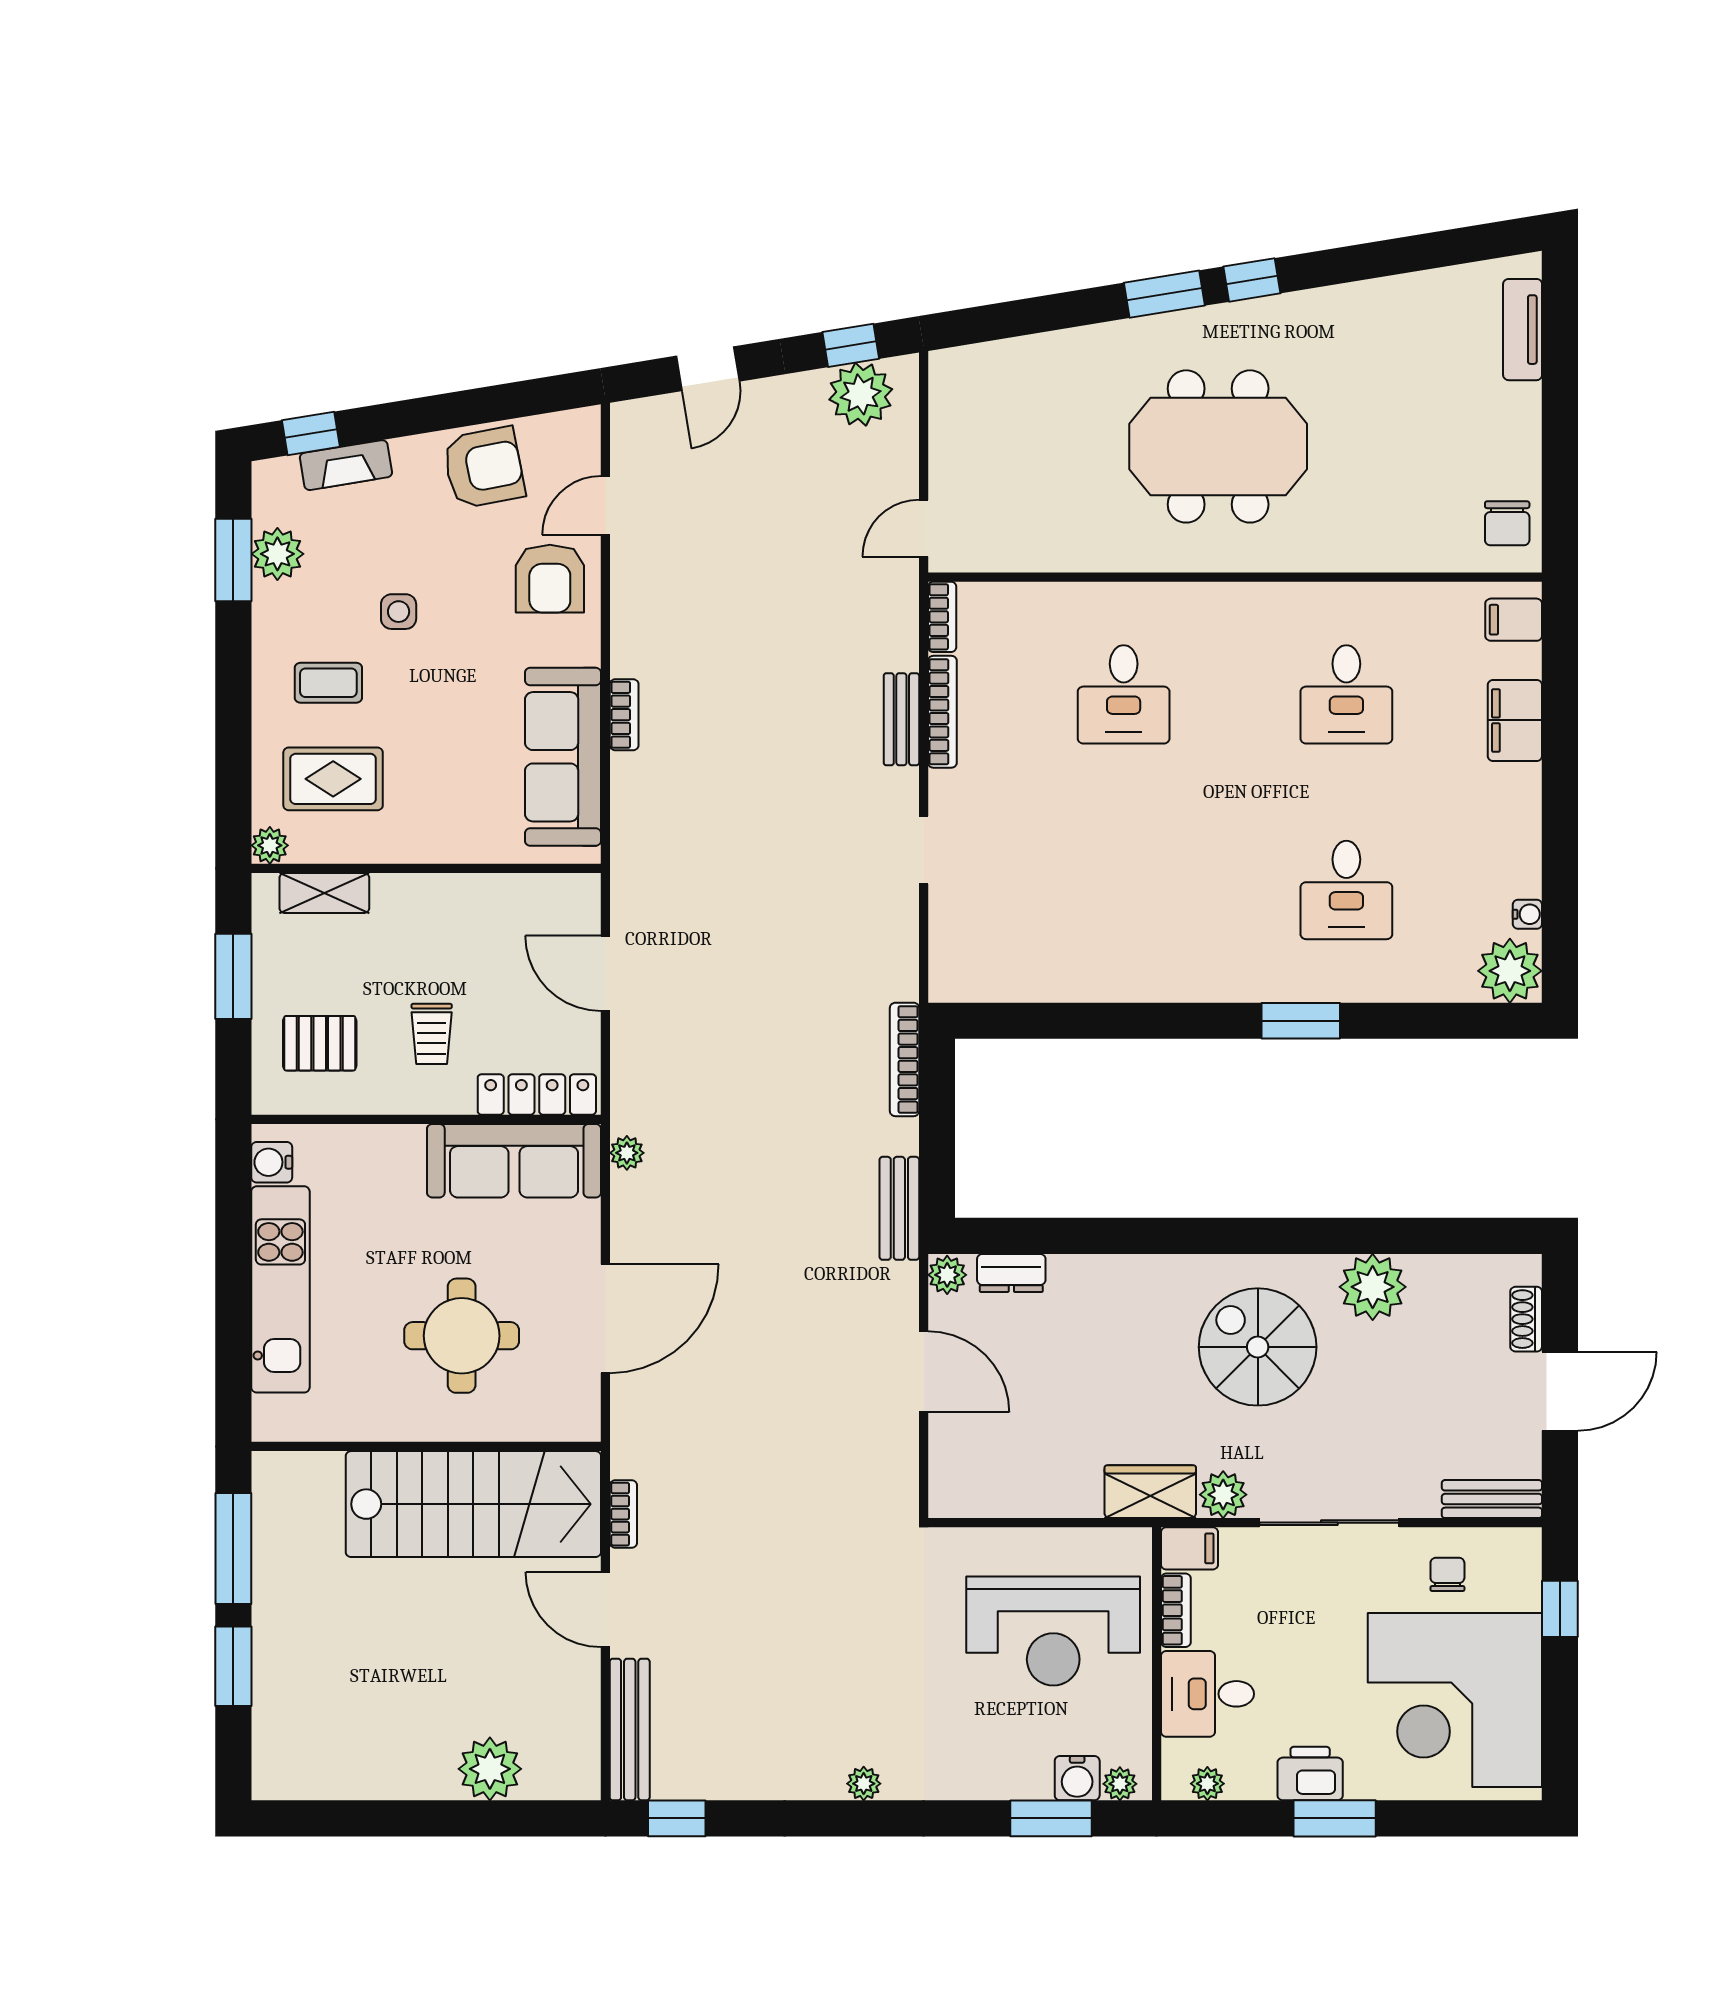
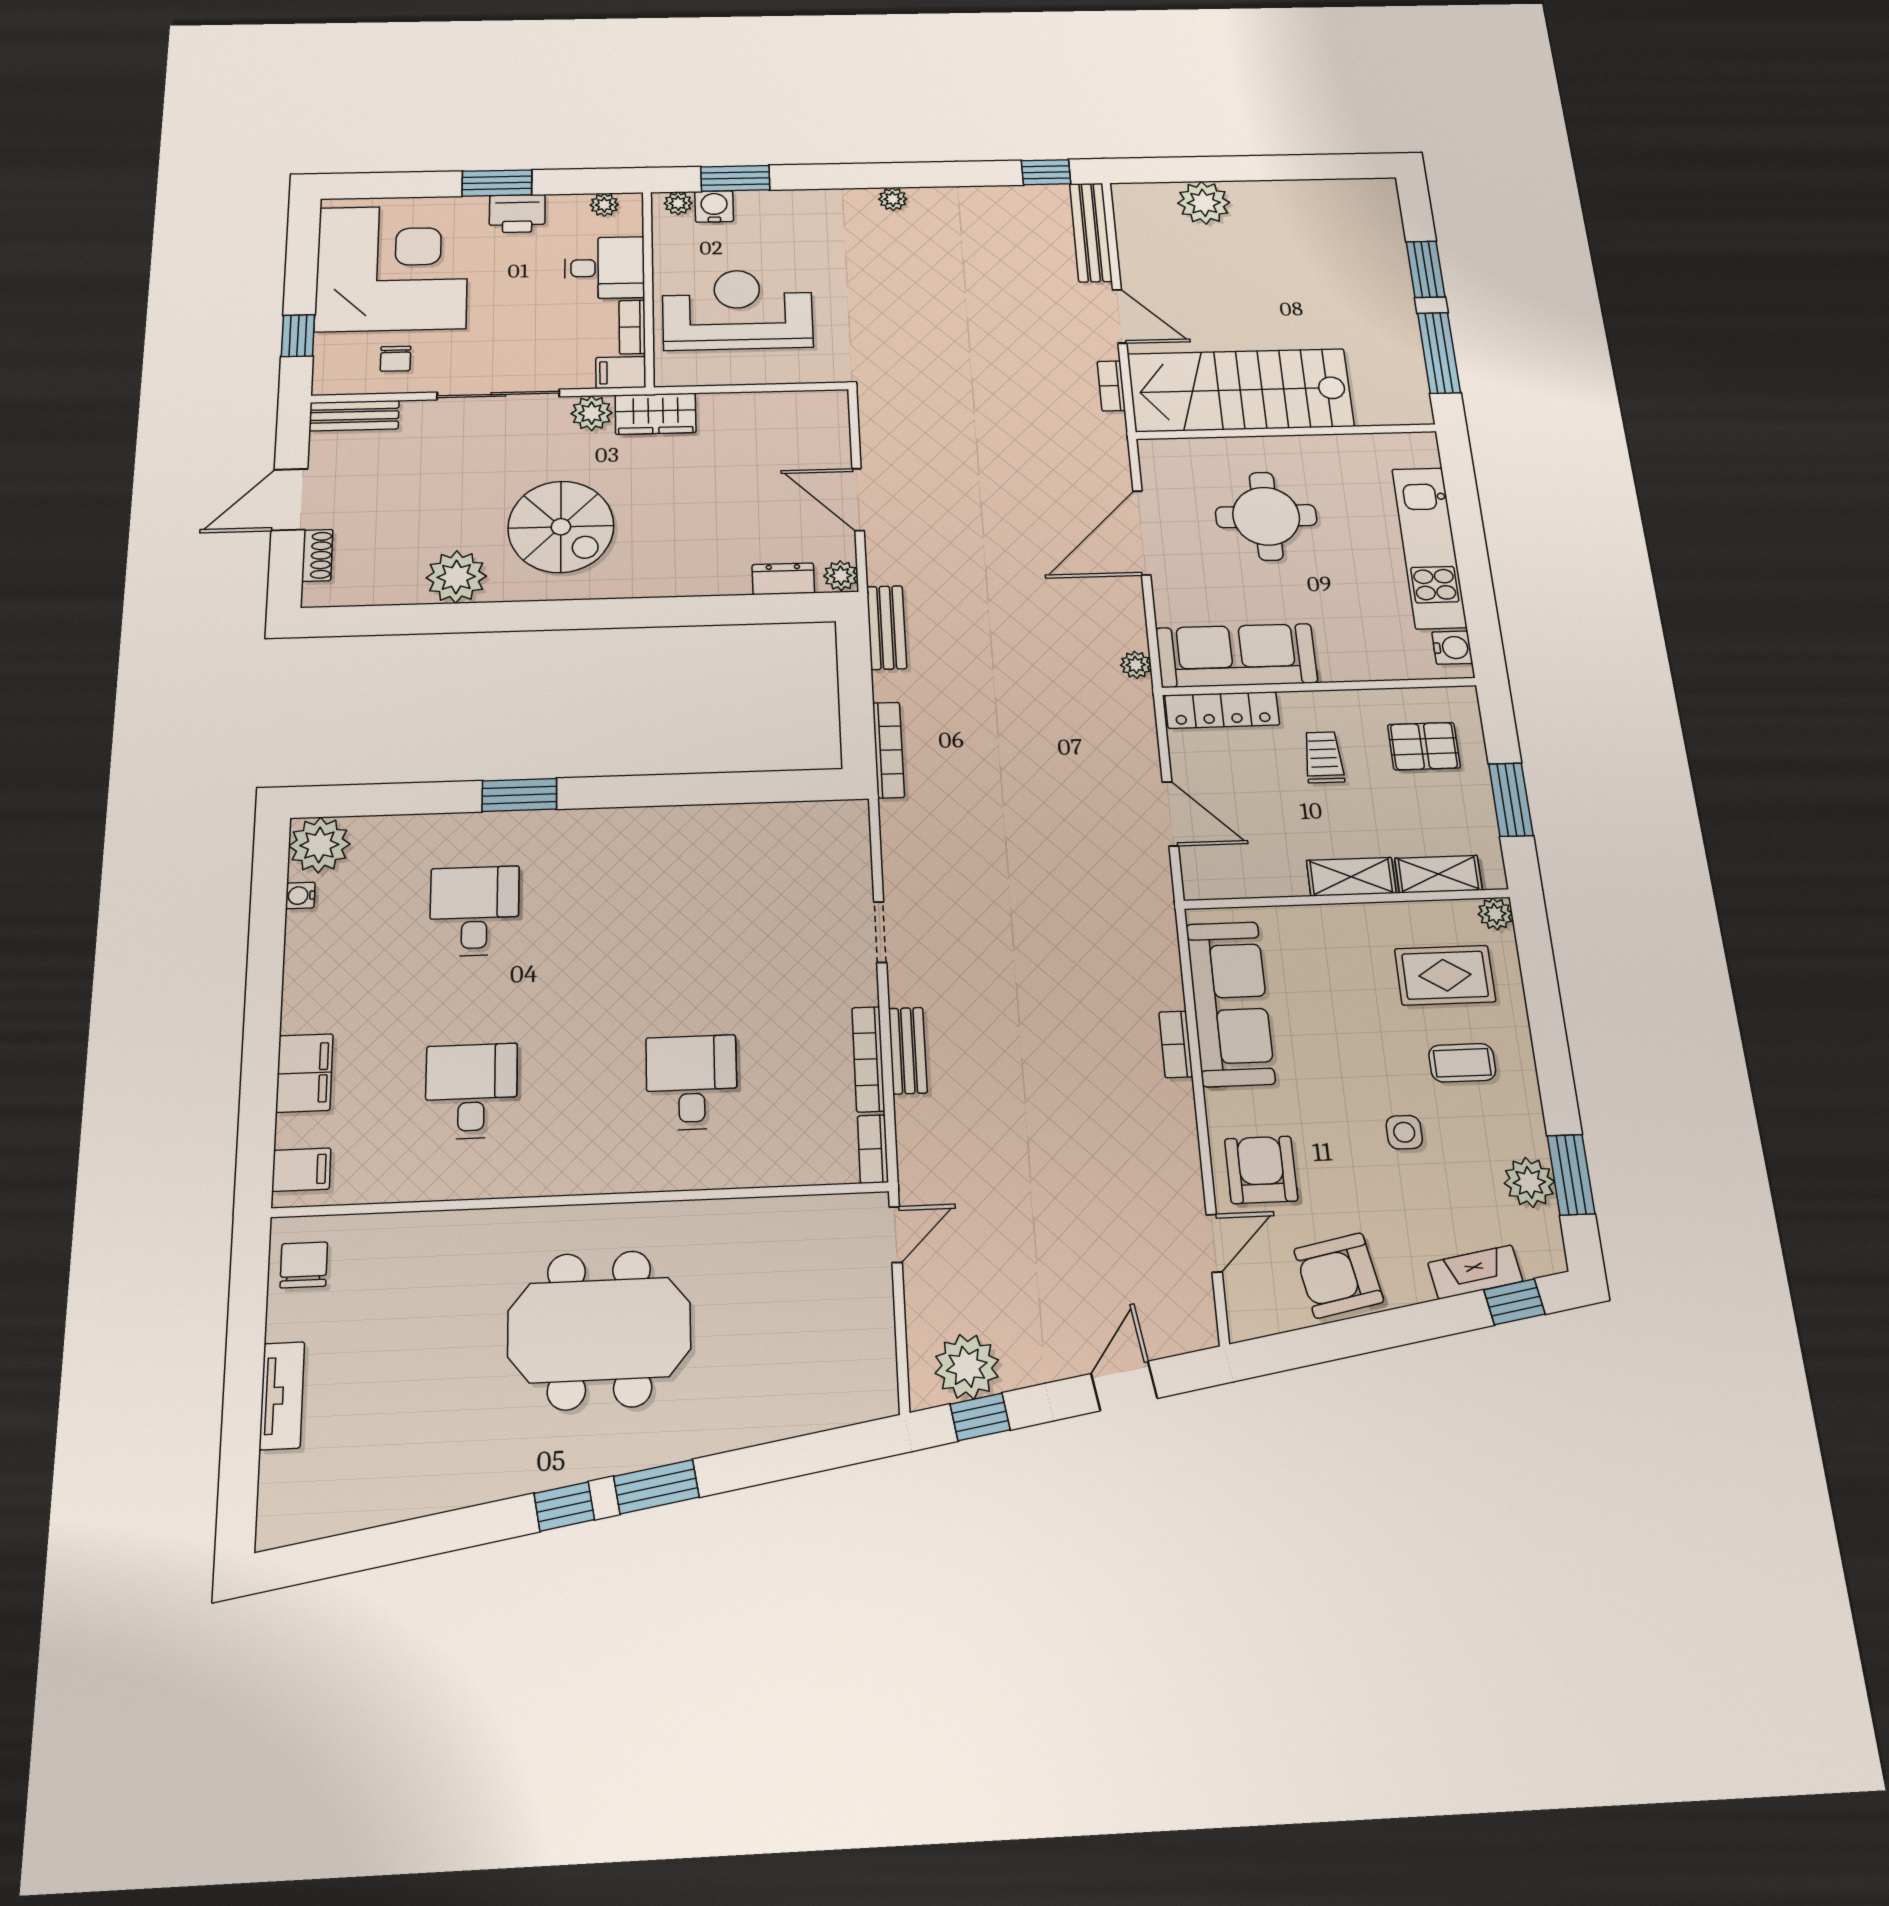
tv unit: (1523, 330) -> (282, 1396), moved
shelving: (419, 893) -> (1351, 877), added

